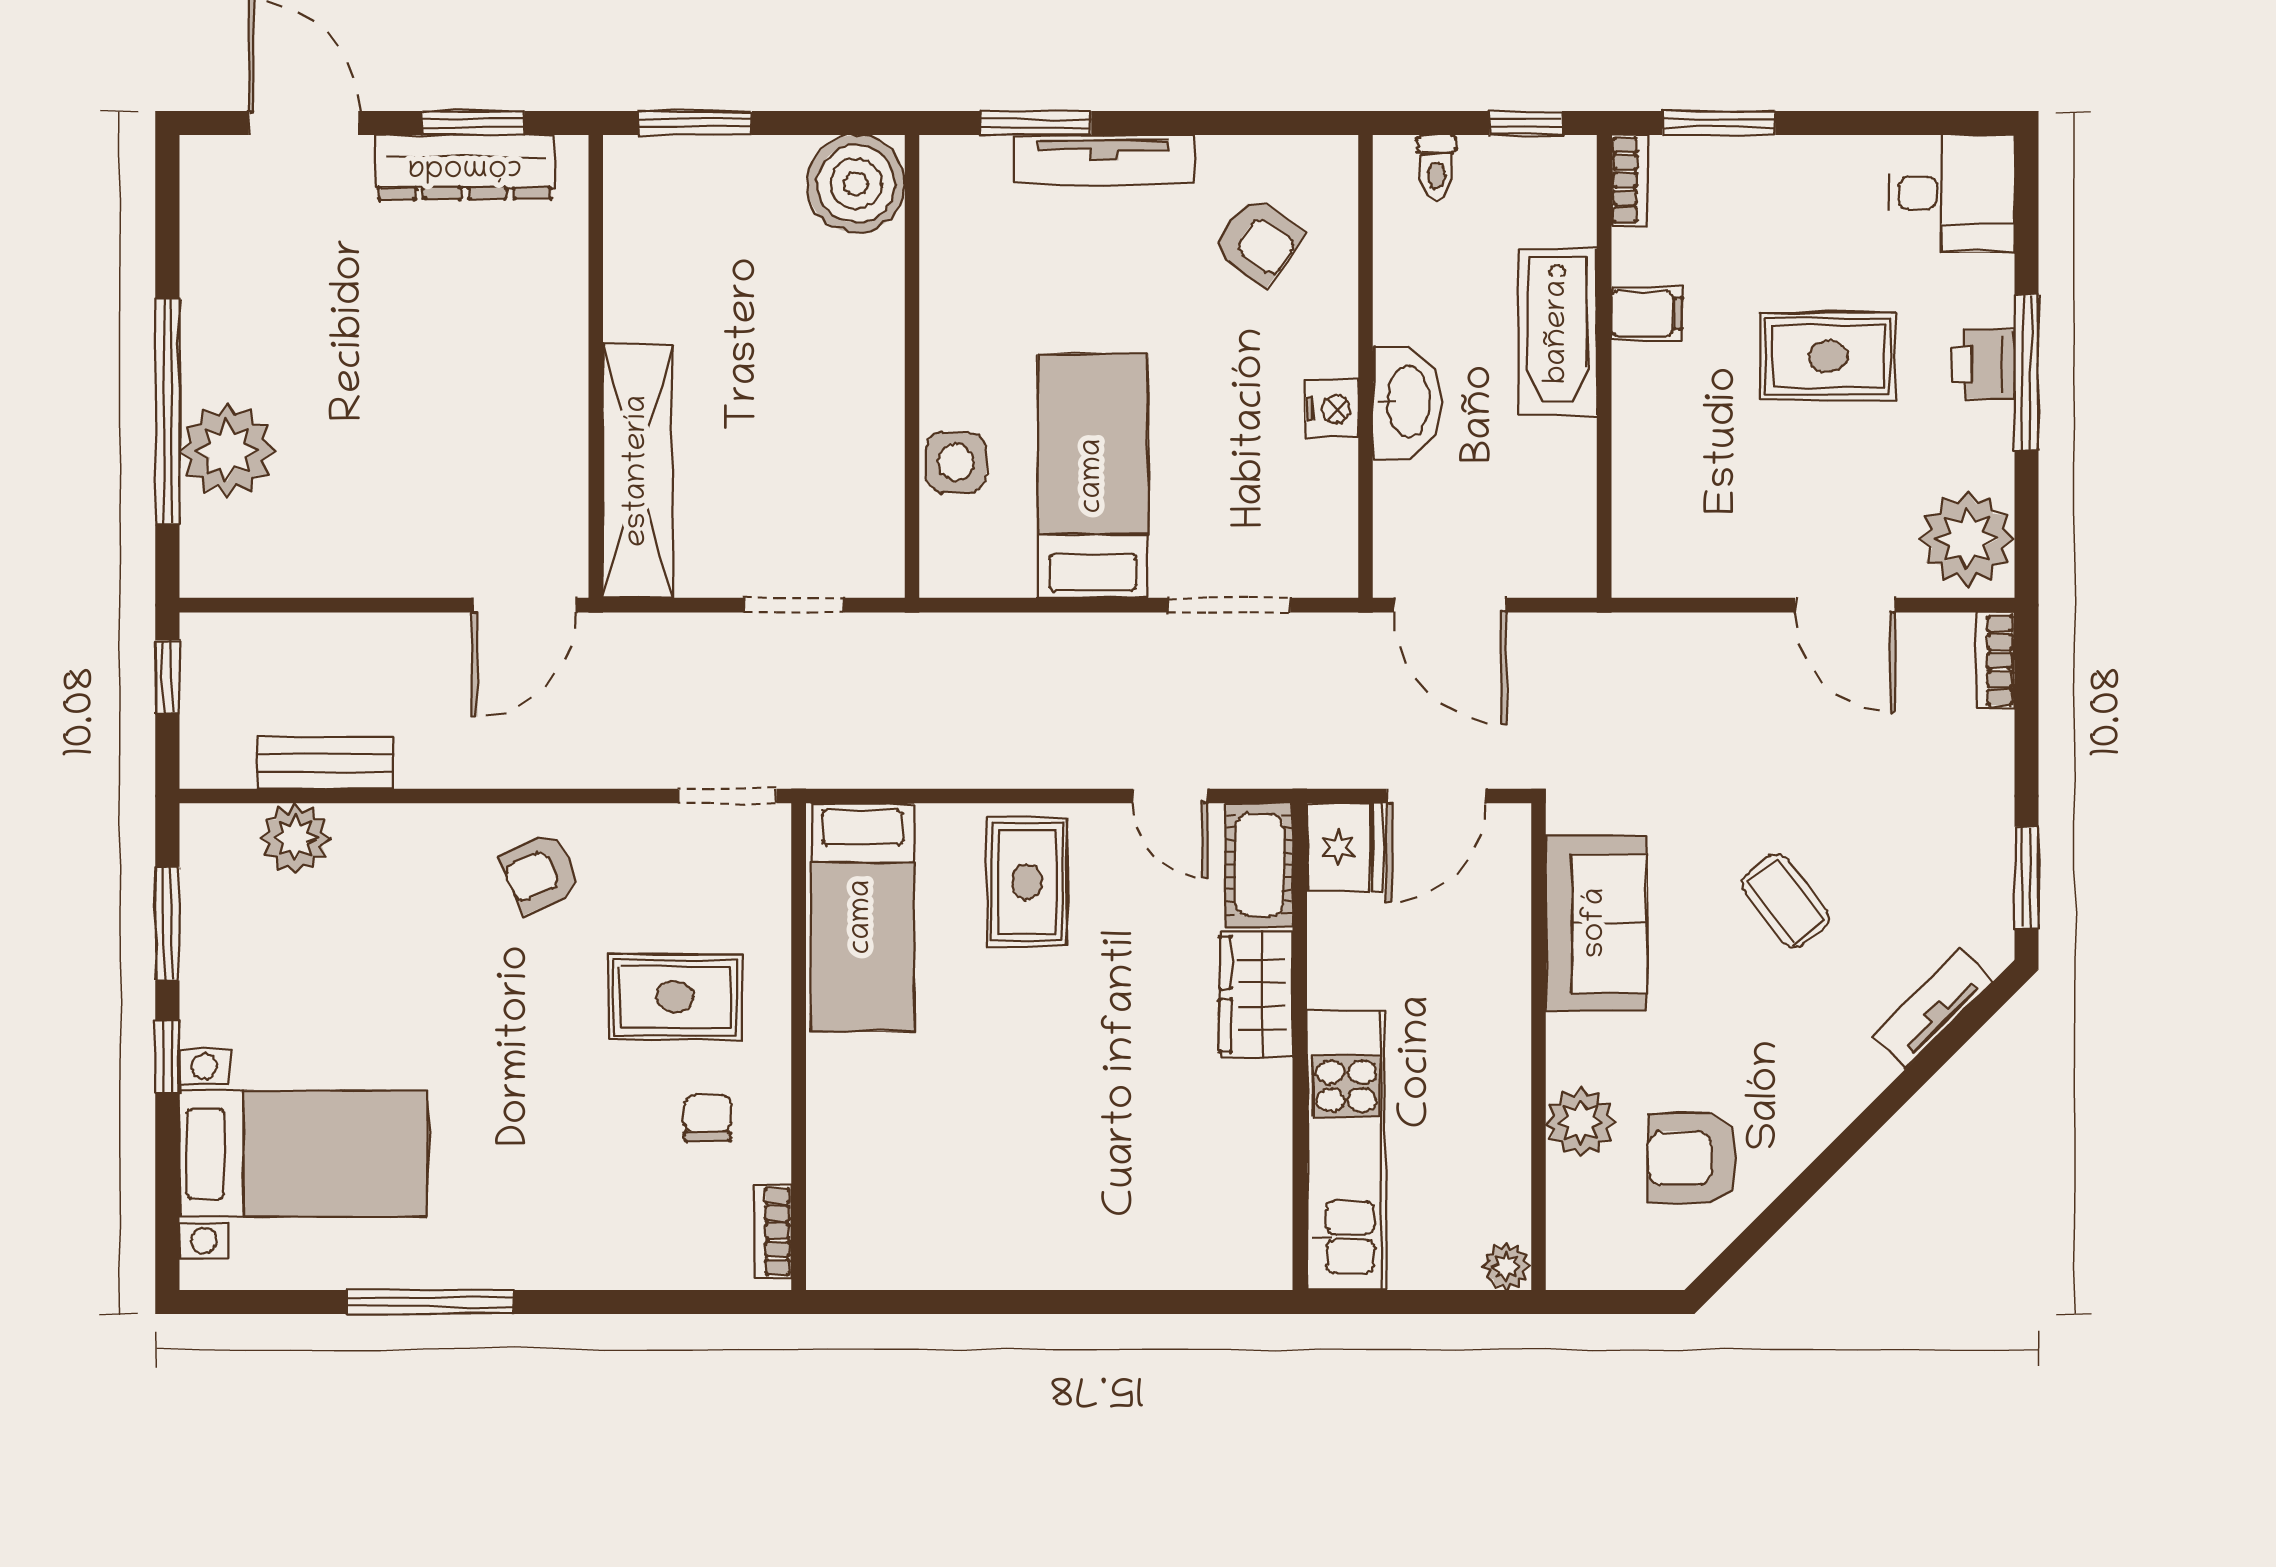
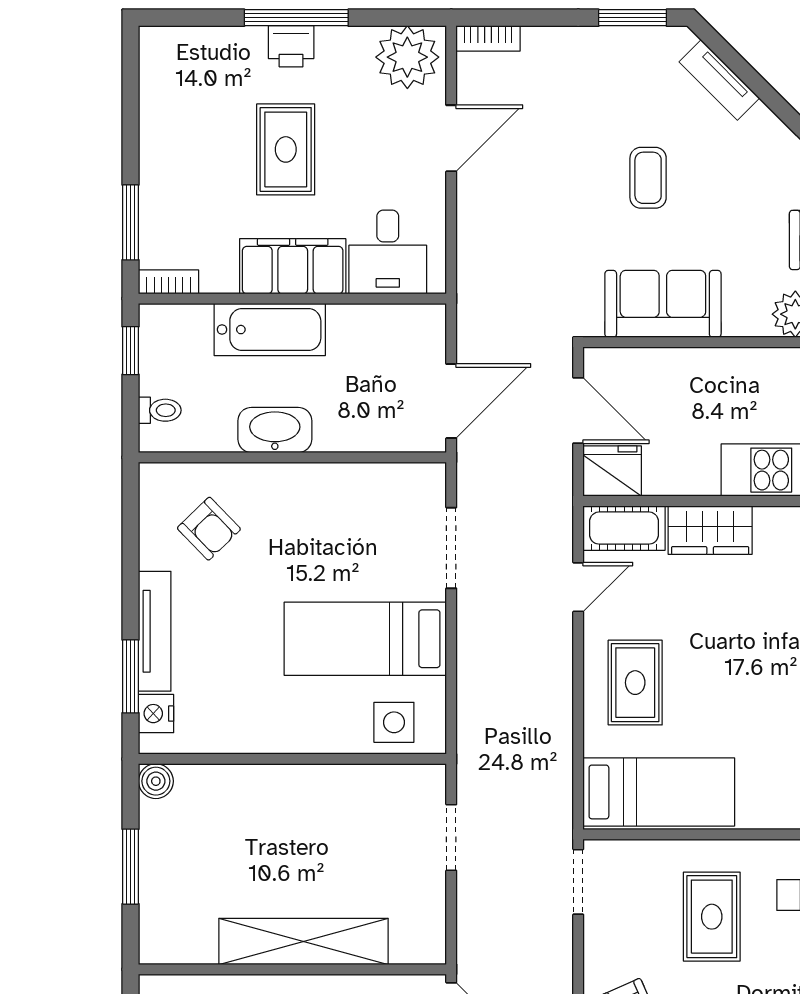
window: (695, 123) -> (131, 867), moved
boiler: (856, 184) -> (156, 781), width x0.54, depth x0.54
desk: (1952, 193) -> (388, 252), moved, turned 180
armchair: (1258, 241) -> (209, 529), turned 100
filing cabinet: (1647, 314) -> (293, 266), width x3.00, depth x1.17
washbasin: (1407, 402) -> (275, 430), moved
nightstand: (1332, 409) -> (156, 714), moved, turned -90
side table: (956, 462) -> (394, 722), moved
shelving: (638, 471) -> (304, 941), moved
rug: (1027, 882) -> (635, 683), turned 90
coffee table: (1786, 901) -> (648, 178), turned -53

